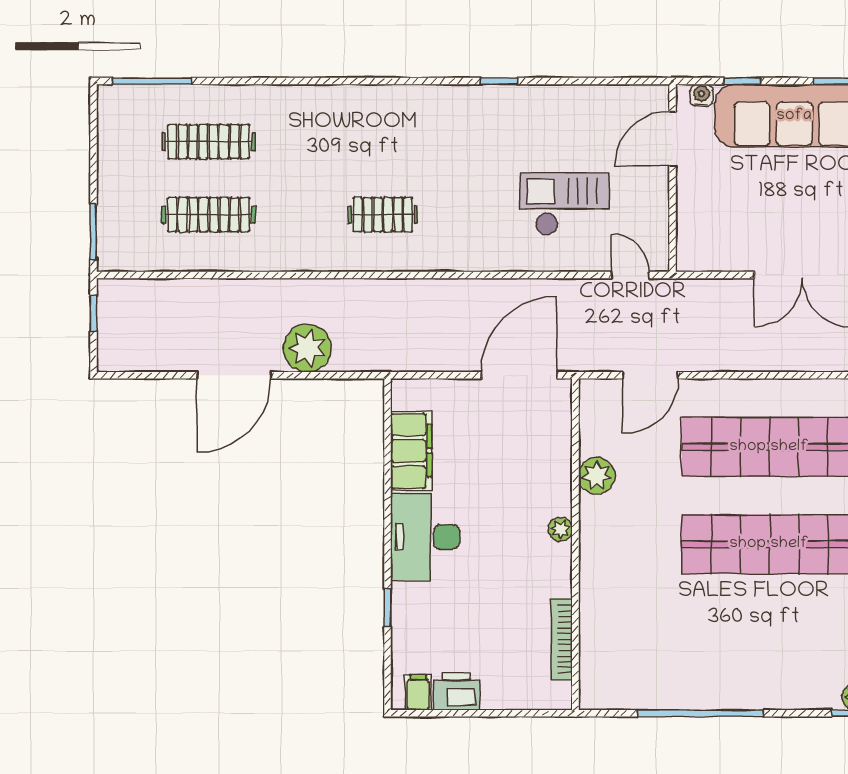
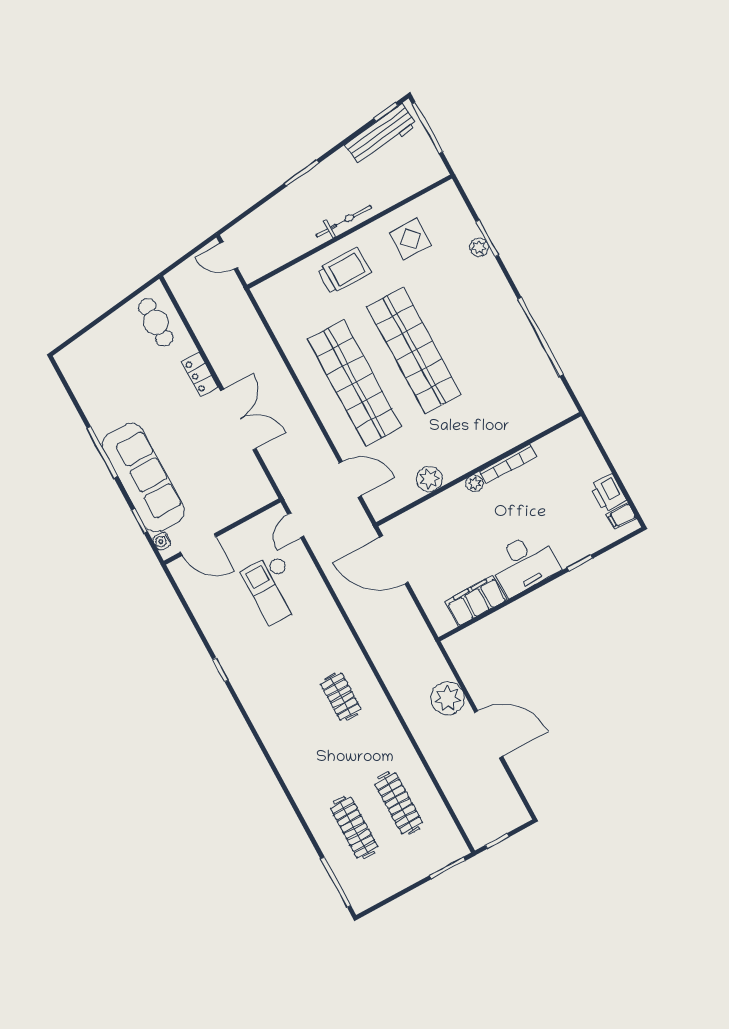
bookcase: (562, 639) -> (508, 464), moved

